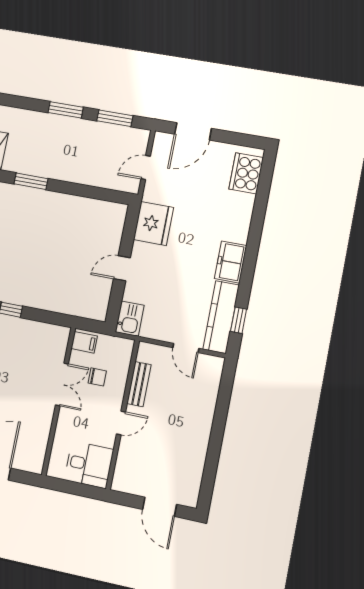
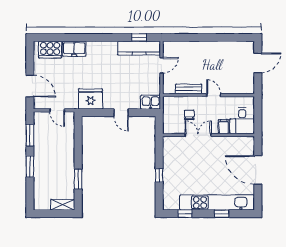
freezer: (231, 262) -> (74, 49), moved
filing cabinet: (84, 342) -> (224, 127), moved
desk: (89, 465) -> (242, 121), moved, turned 180

